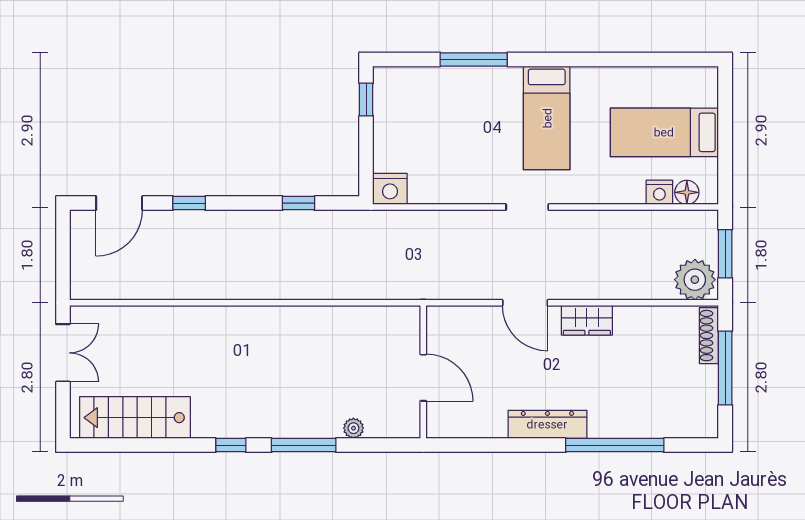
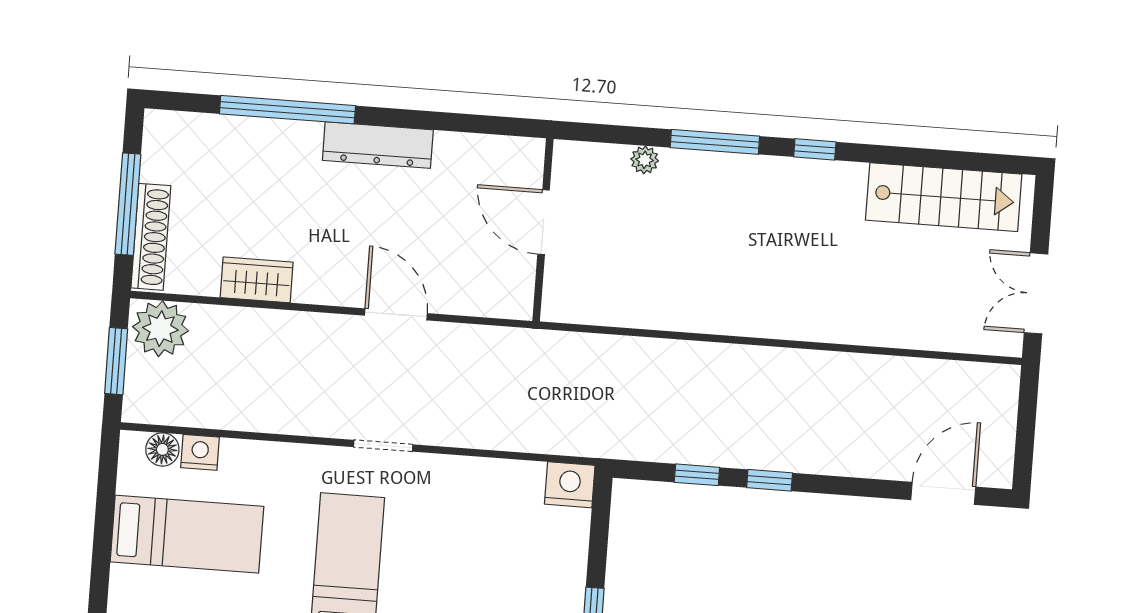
window: (189, 203) -> (770, 480), moved
wardrobe: (587, 320) -> (257, 280), moved
shoe rack: (709, 336) -> (151, 237), width x1.36, depth x1.24

